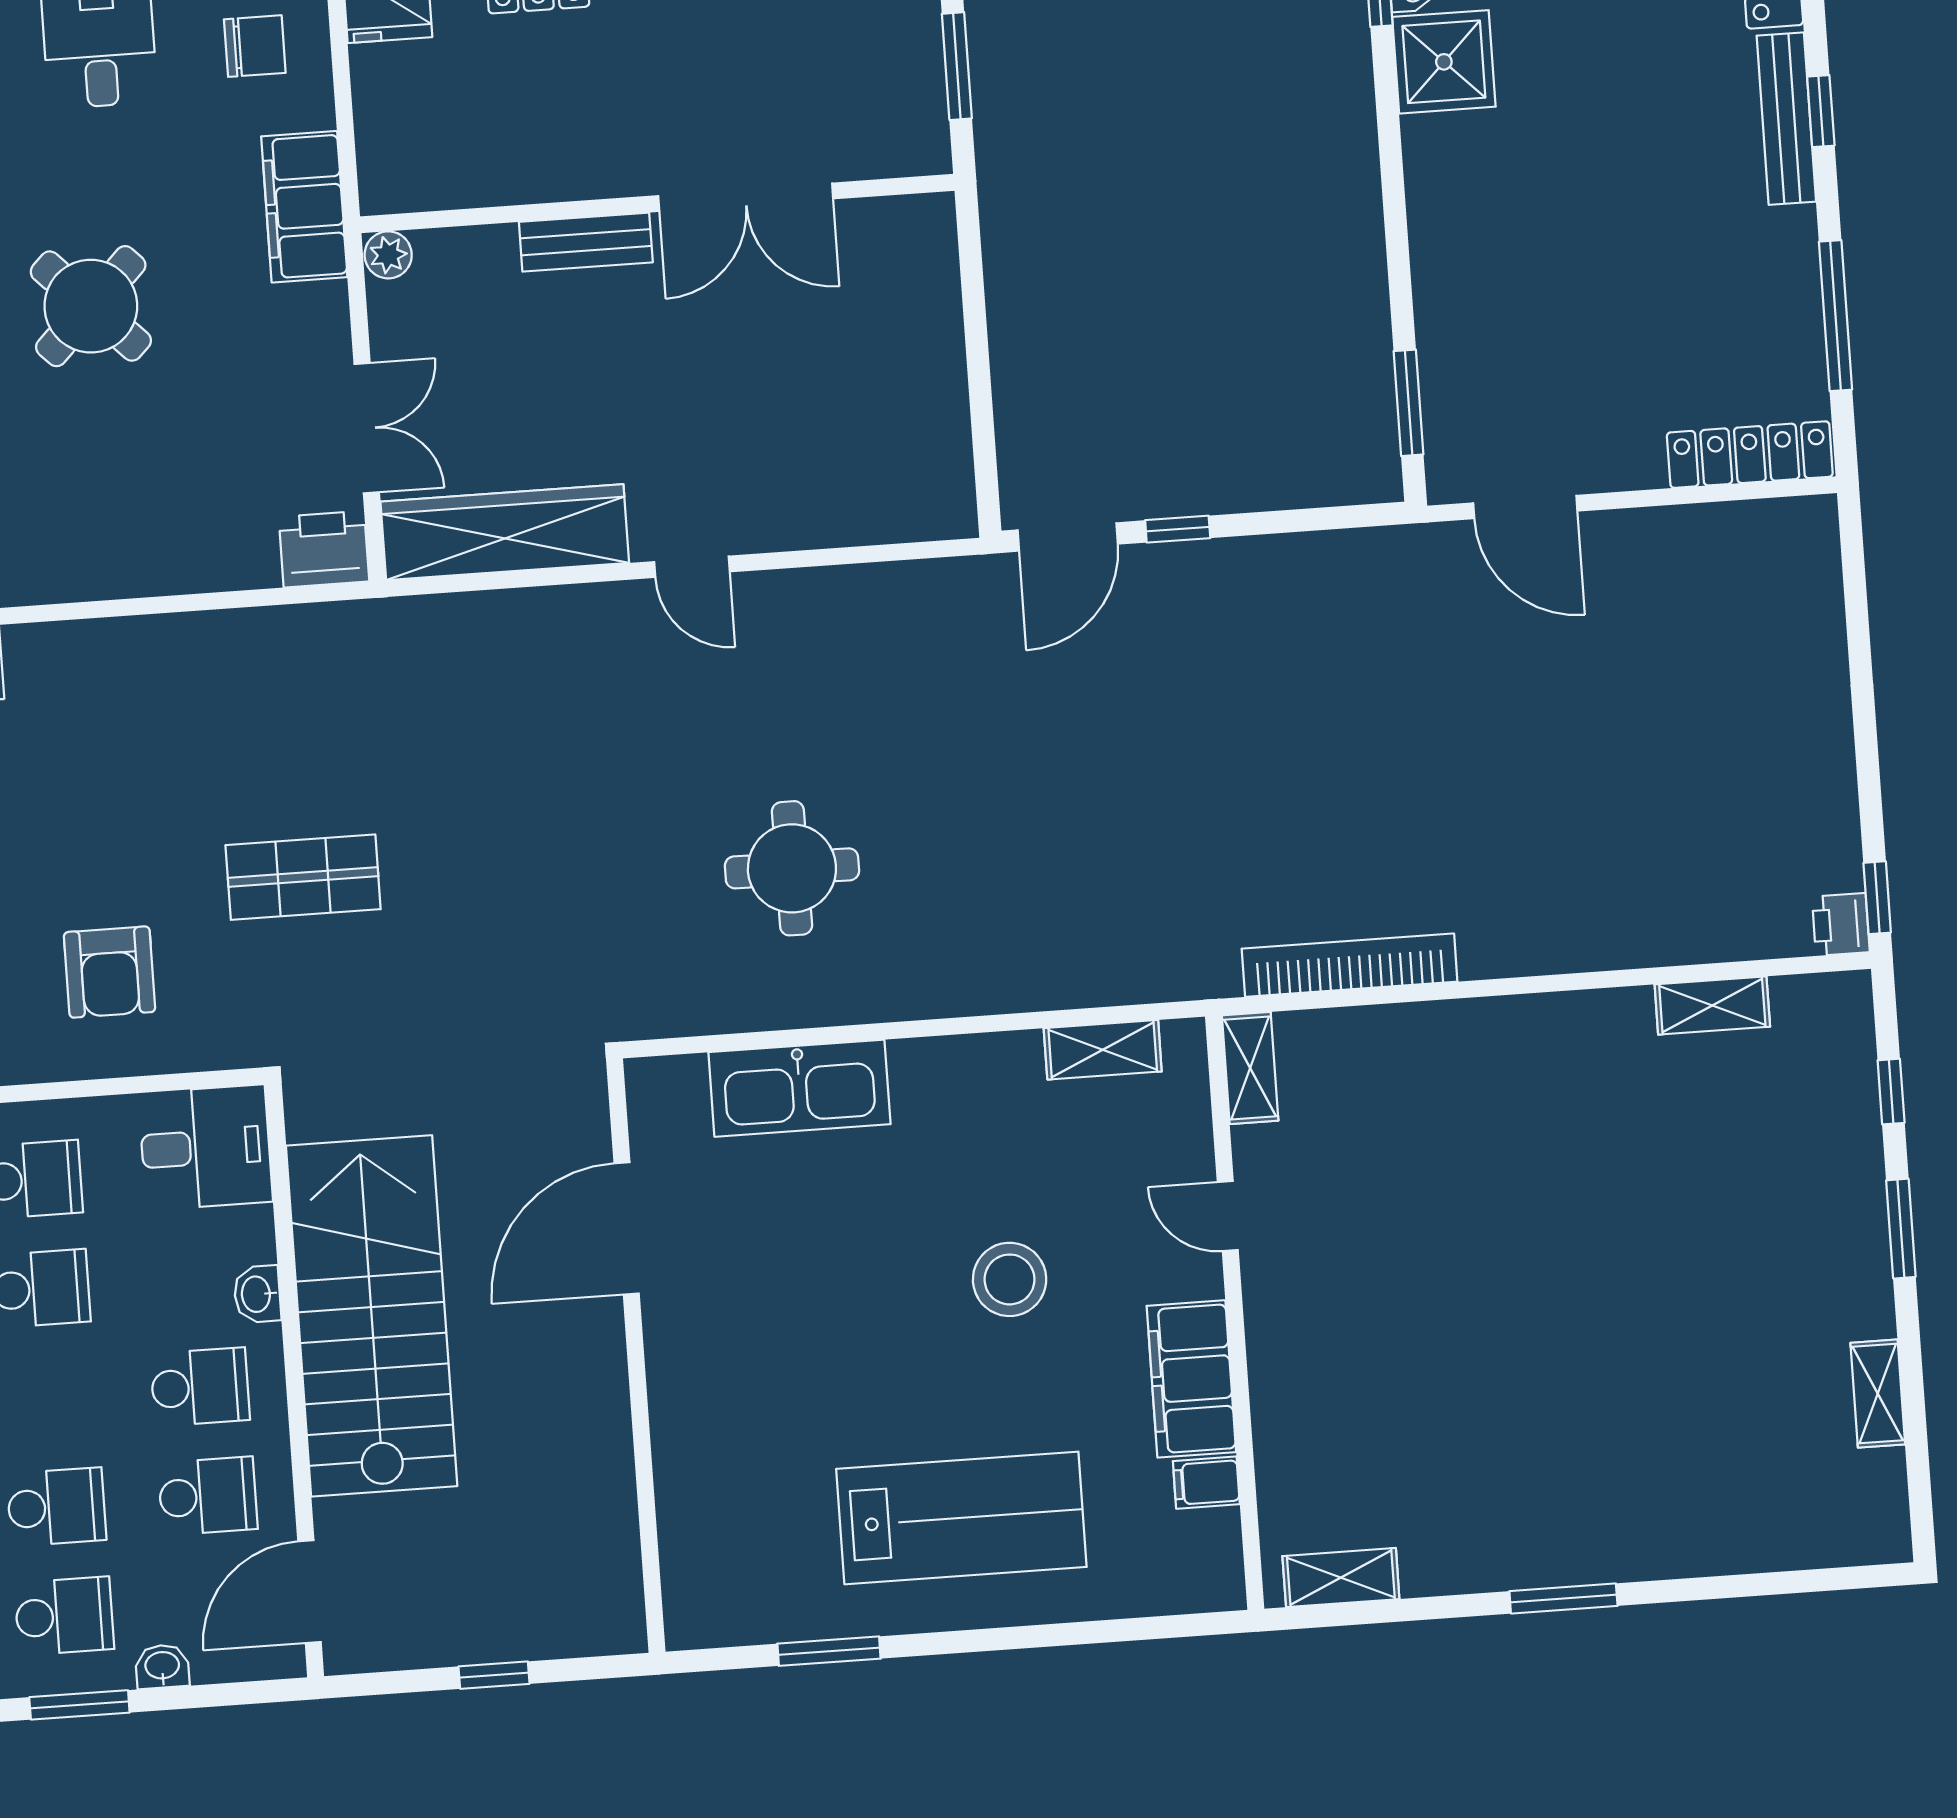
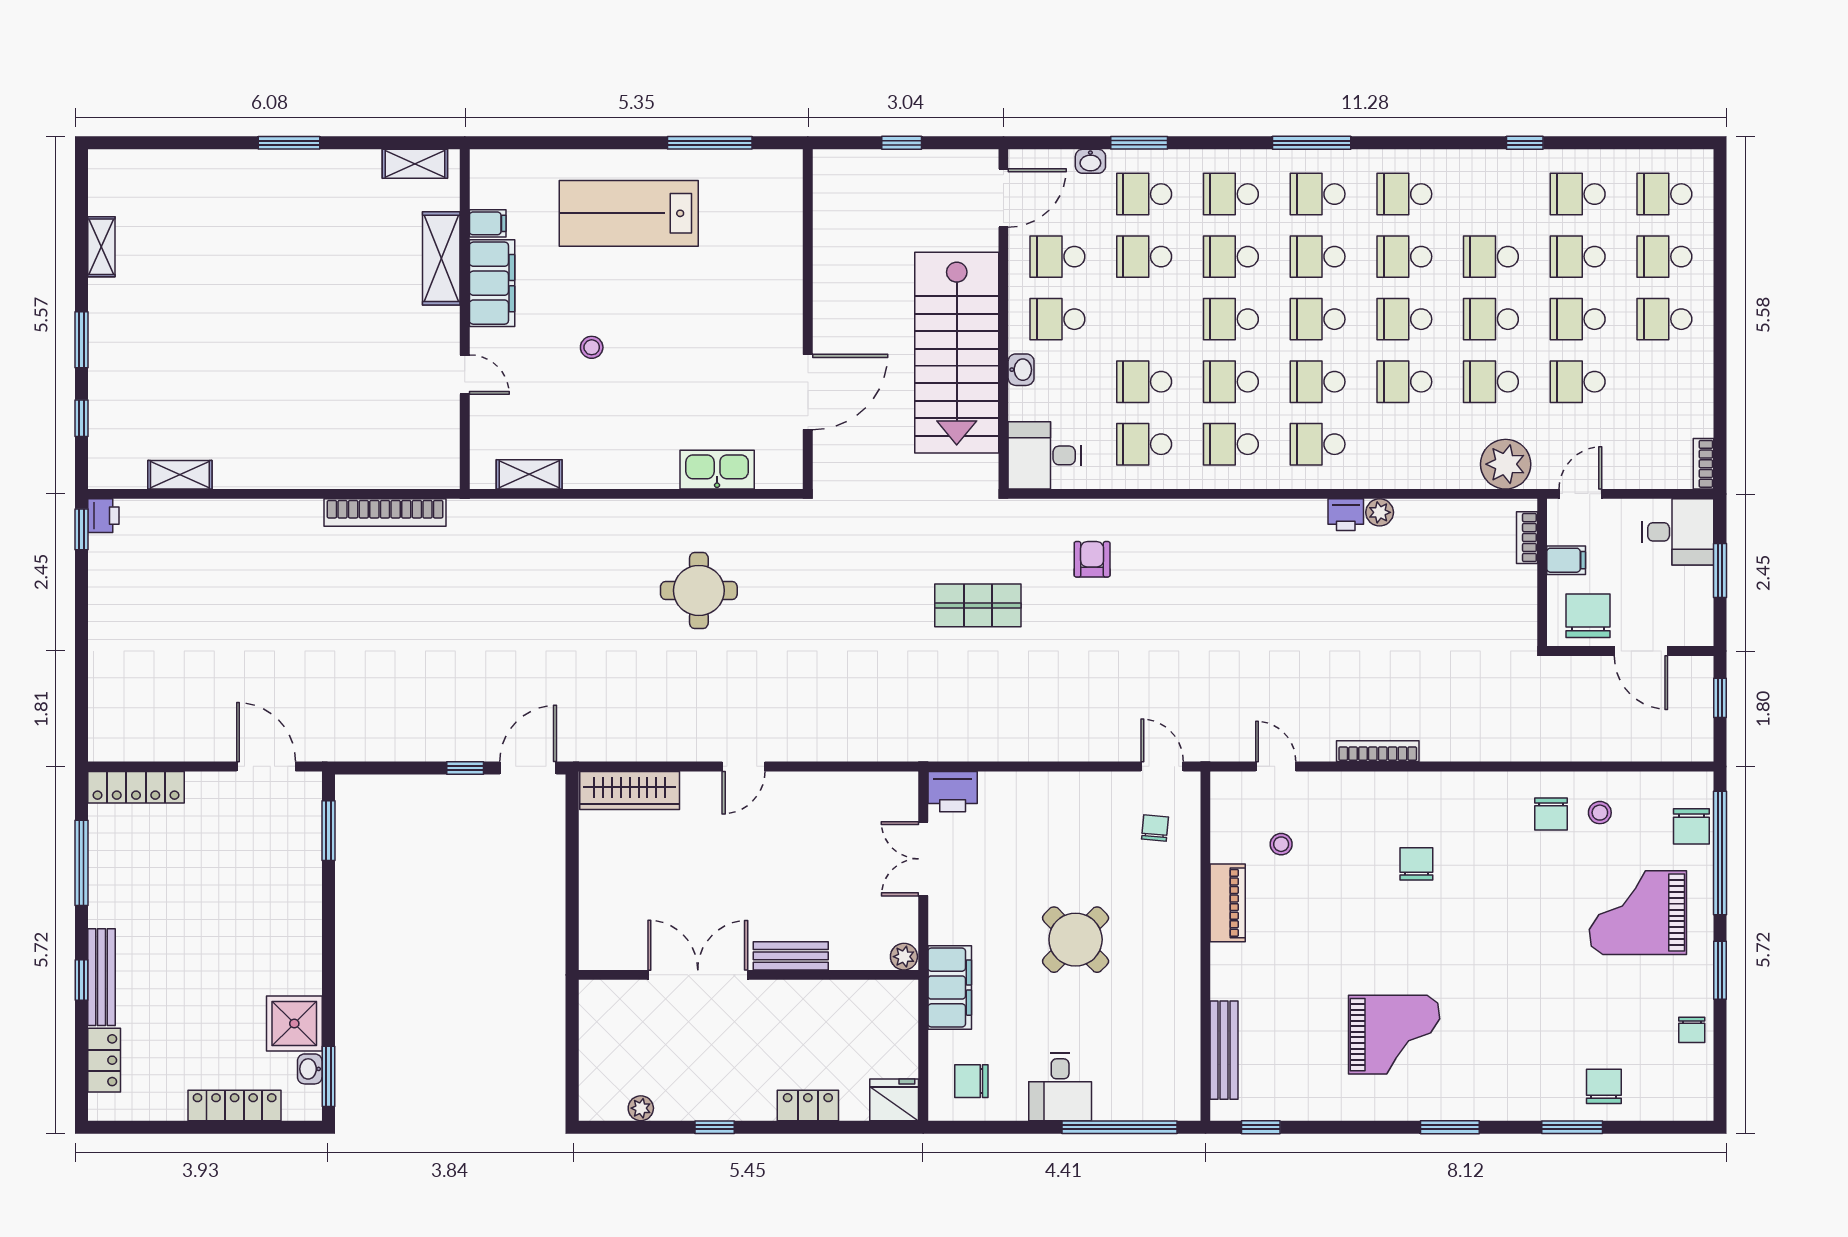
window: (957, 66) -> (572, 1041), removed
wardrobe: (505, 532) -> (630, 790), moved, width x0.71, depth x0.85
door: (692, 567) -> (744, 766), swing flipped
armchair: (110, 972) -> (1092, 559), width x0.72, depth x0.72
shelving: (1250, 1068) -> (441, 258), moved, width x1.50, depth x1.33
kitchen sink: (799, 1088) -> (717, 470), width x0.73, depth x0.81
stool: (1010, 1279) -> (592, 347), width x0.53, depth x0.53
window: (829, 1651) -> (710, 143), width x1.44

